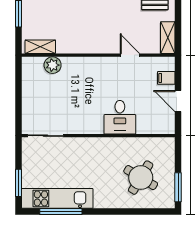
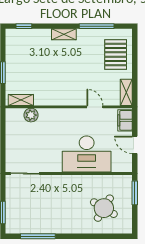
filing cabinet: (166, 78) -> (125, 120), width x2.00
desk: (120, 117) -> (87, 154), width x1.87, depth x1.30
window: (178, 187) -> (135, 193), moved
kitchen unit: (57, 198) -> (35, 225), removed

